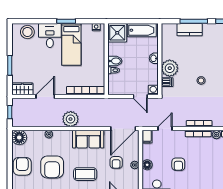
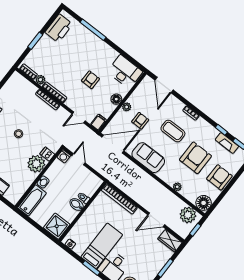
bathtub: (142, 30) -> (32, 200), moved, turned 90
plant: (71, 119) -> (188, 215), moved
armchair: (22, 166) -> (219, 177), turned 180

